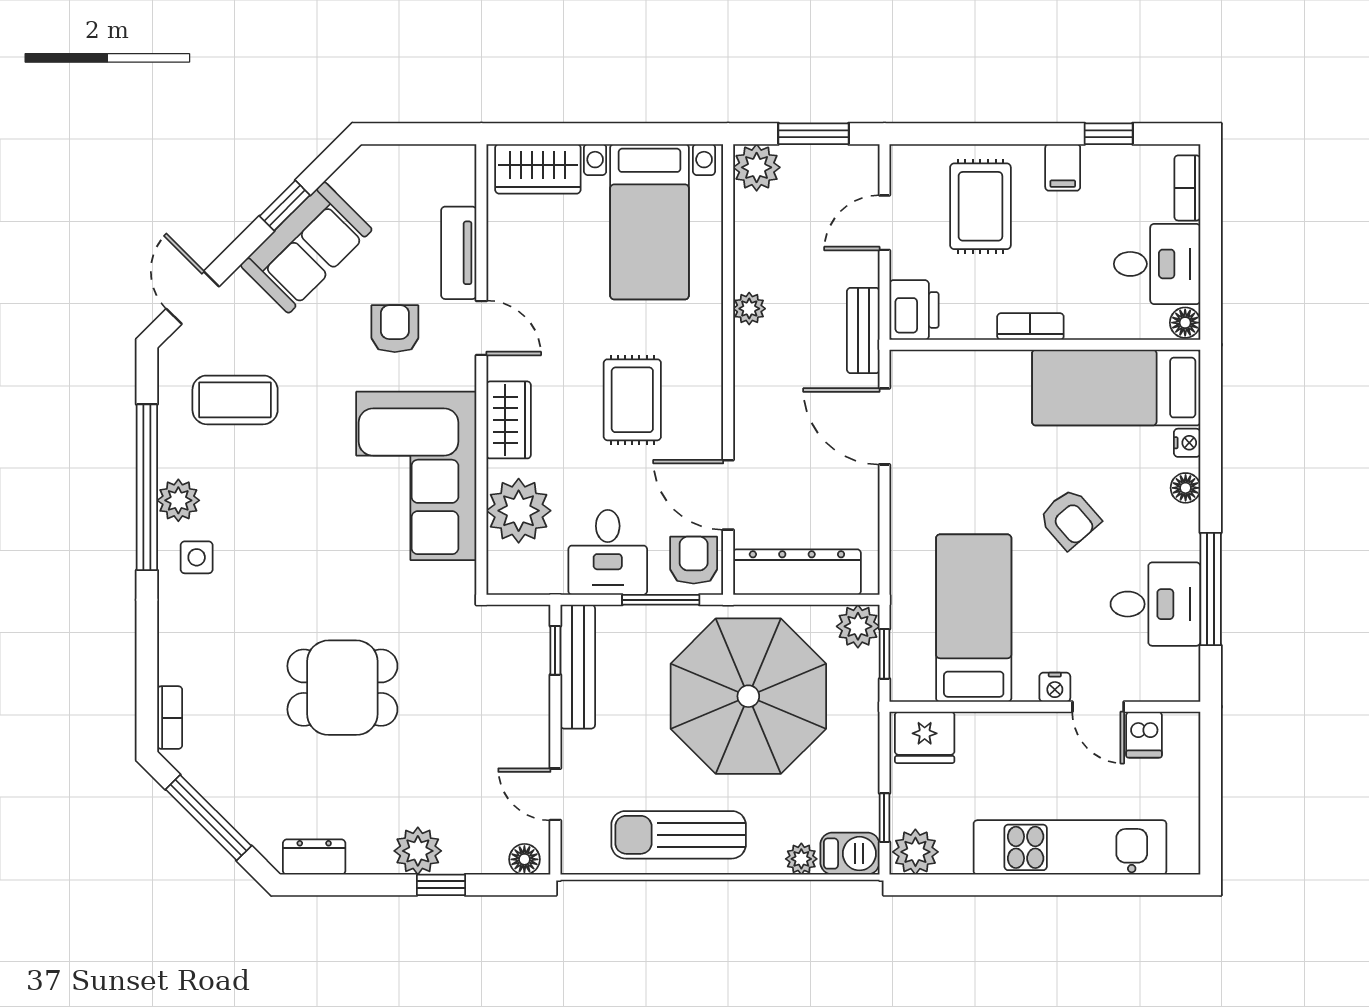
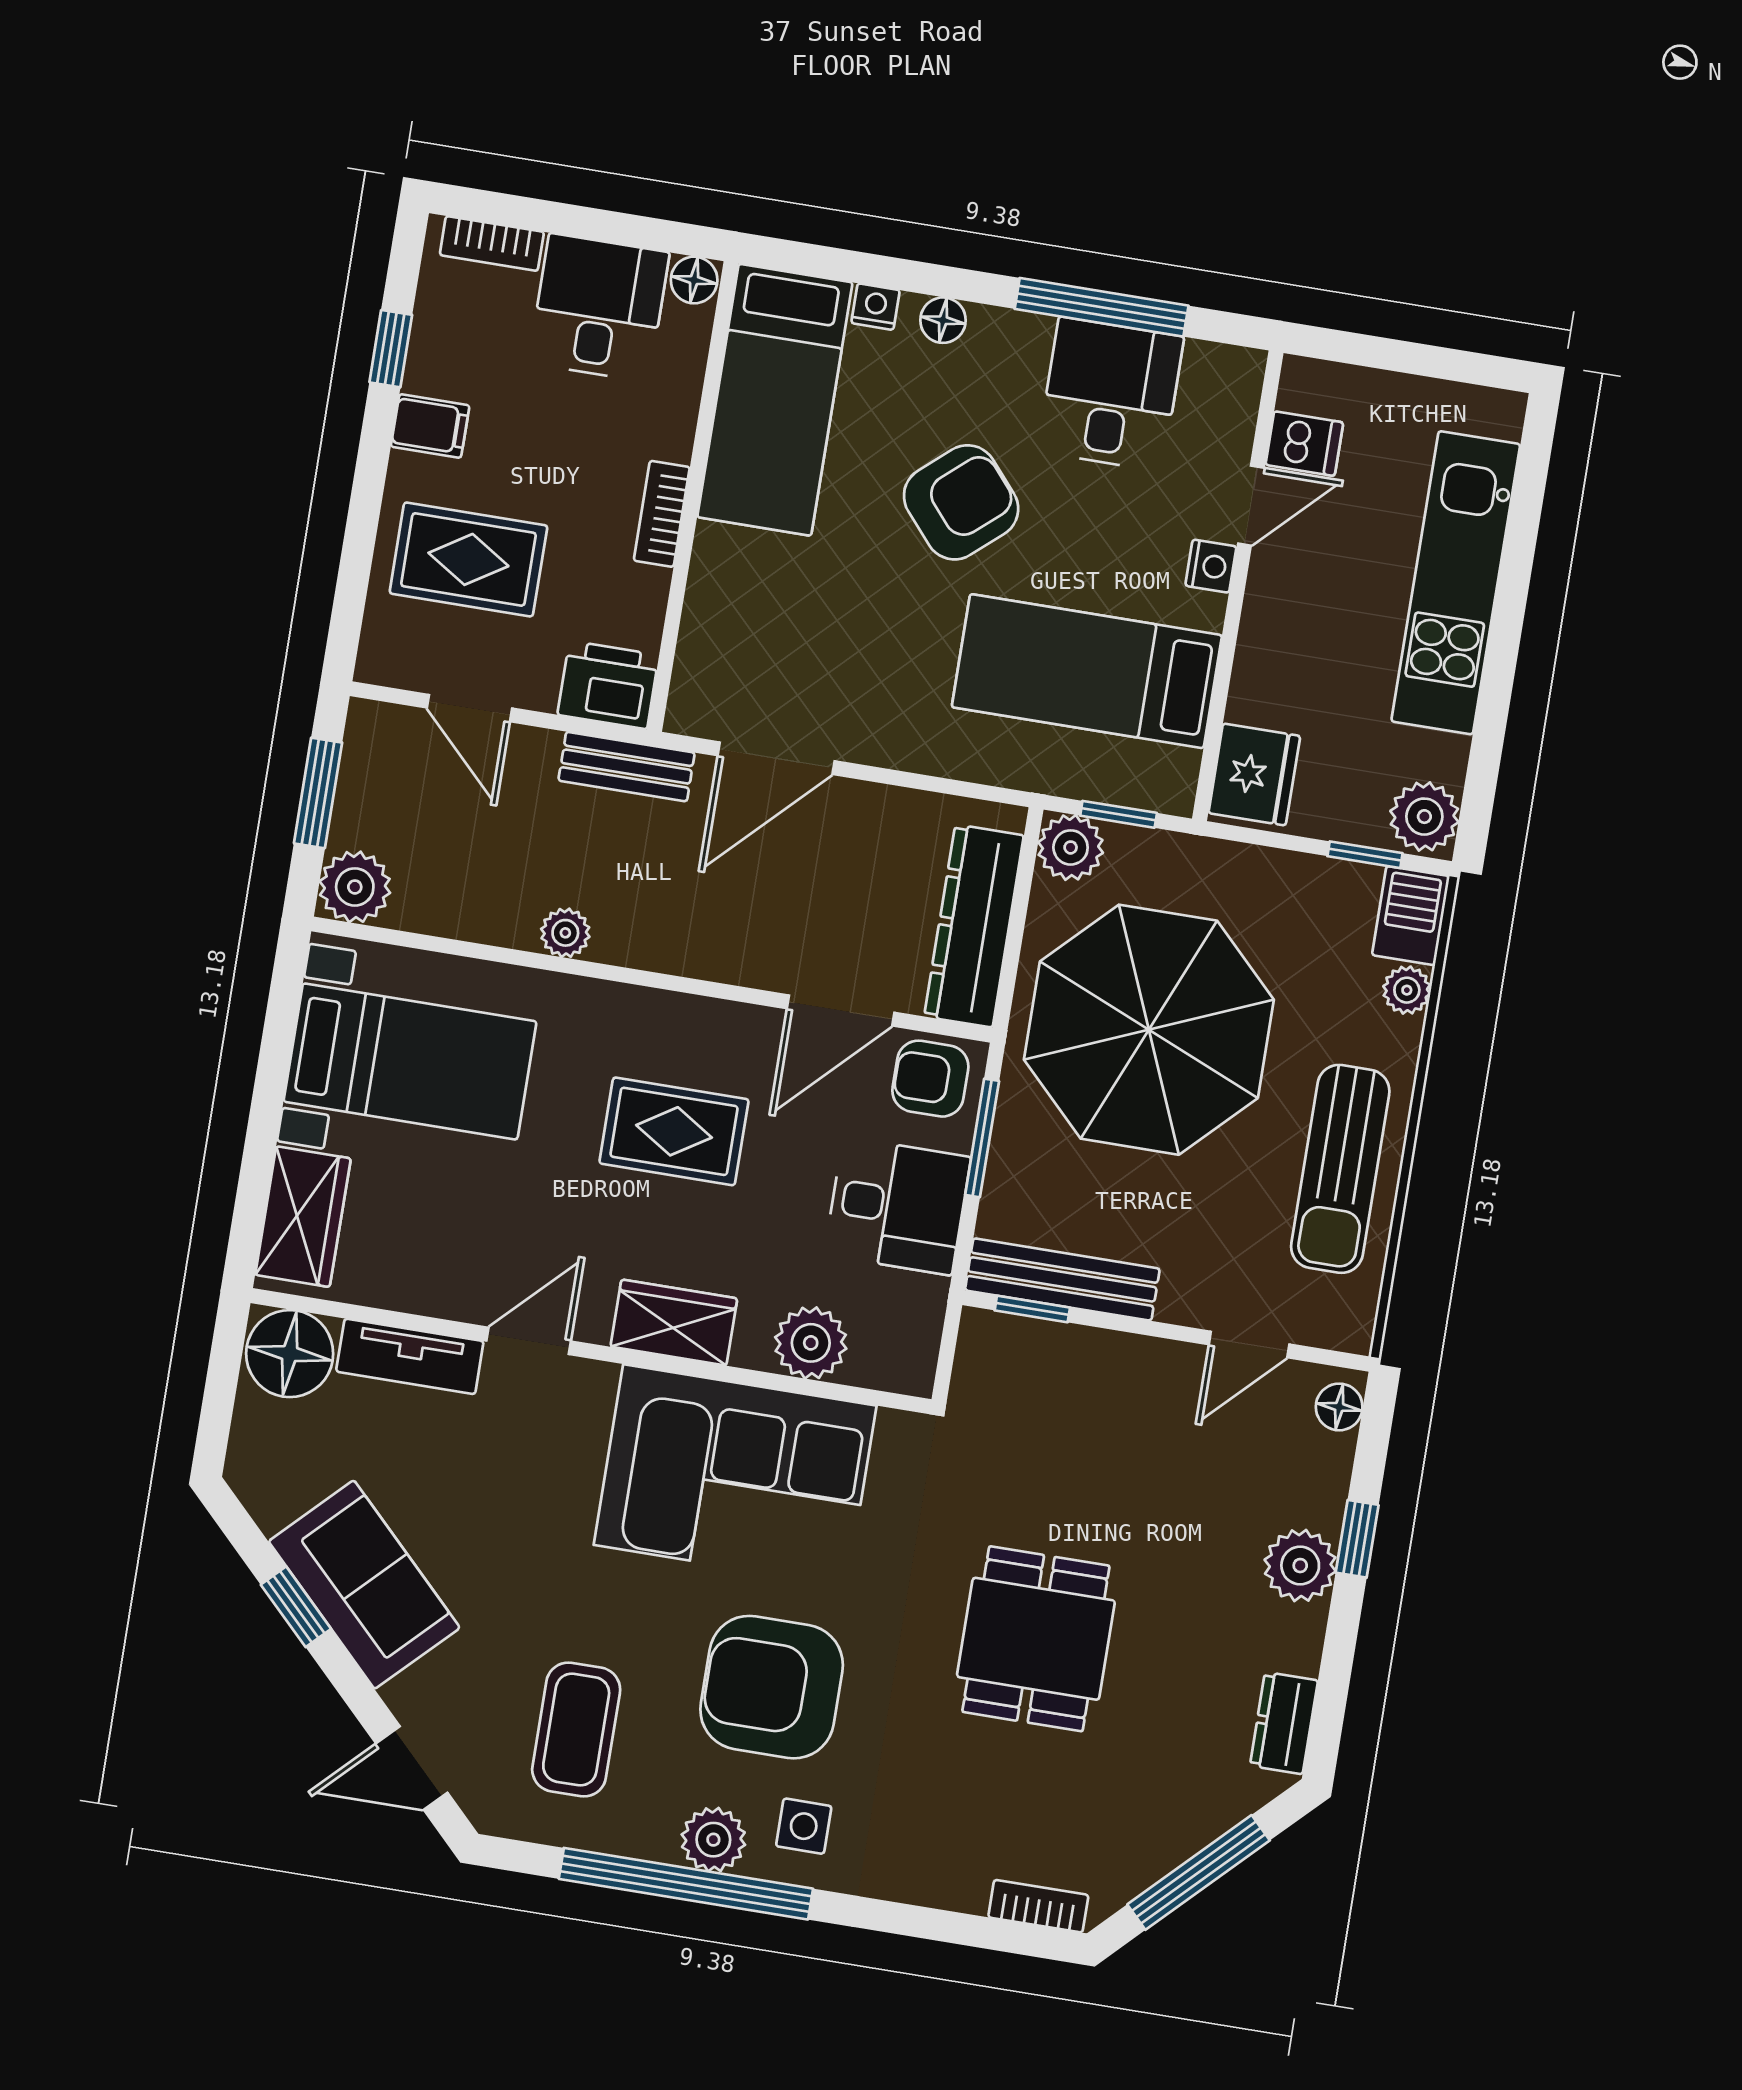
floor lamp: (448, 175) -> (290, 1354), added
armchair: (395, 329) -> (772, 1687), moved, width x1.88, depth x1.88
plant: (519, 511) -> (811, 1343), width x0.73, depth x0.73
armchair: (1070, 519) -> (961, 502), width x1.38, depth x1.38

